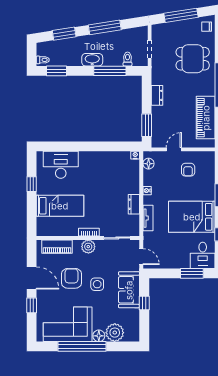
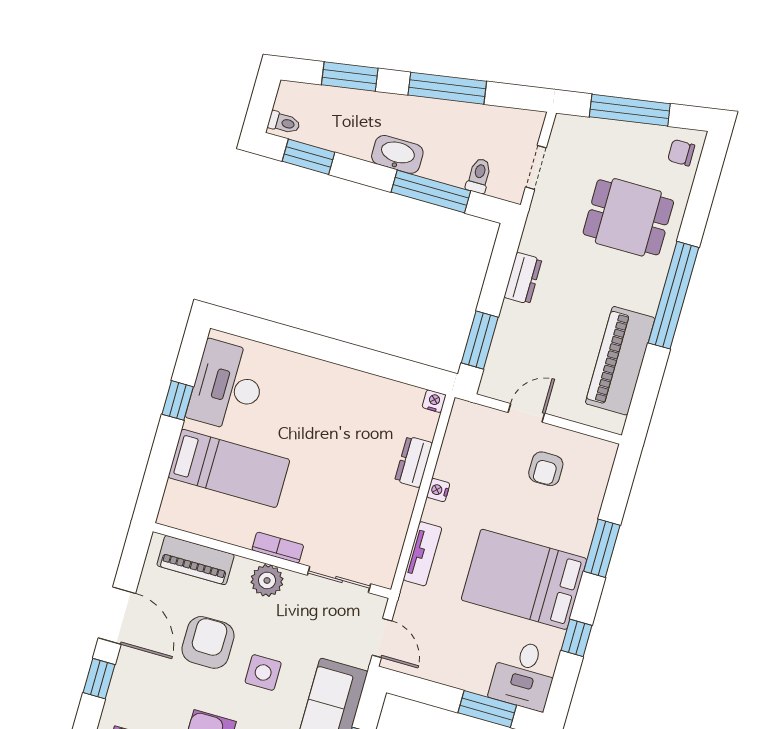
floor lamp: (149, 164) -> (459, 429), removed
desk: (61, 165) -> (227, 386), moved, turned -90
dresser: (134, 204) -> (414, 462), moved

